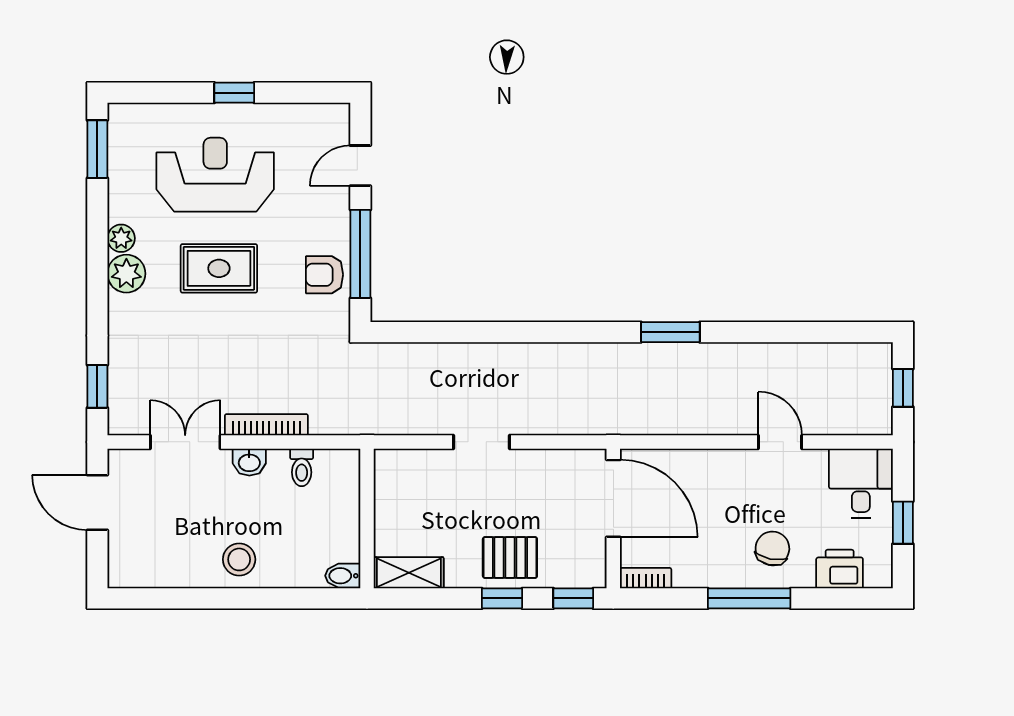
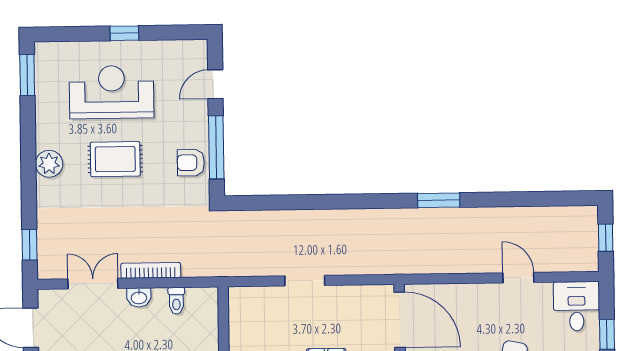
plant: (121, 238) -> (45, 139), removed

